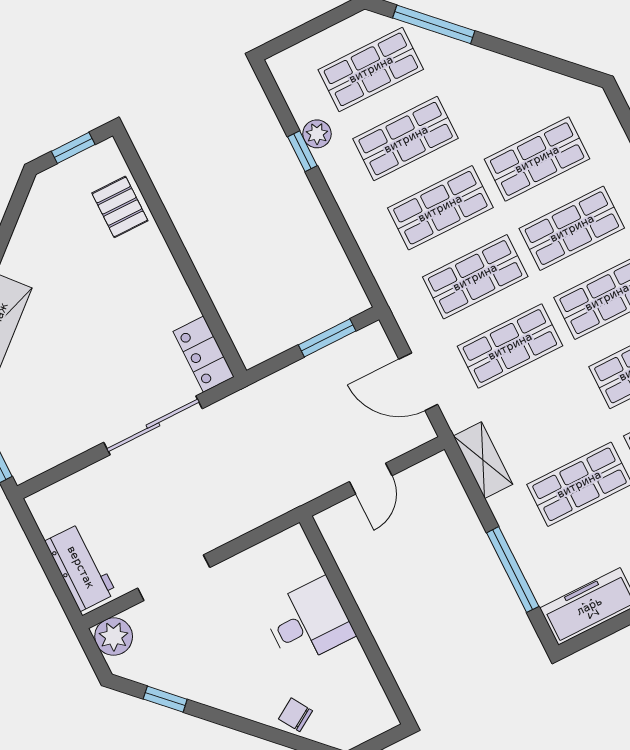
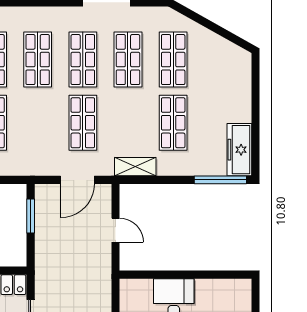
shop shelf: (475, 277) -> (38, 123), removed
window: (513, 570) -> (220, 180), moved

